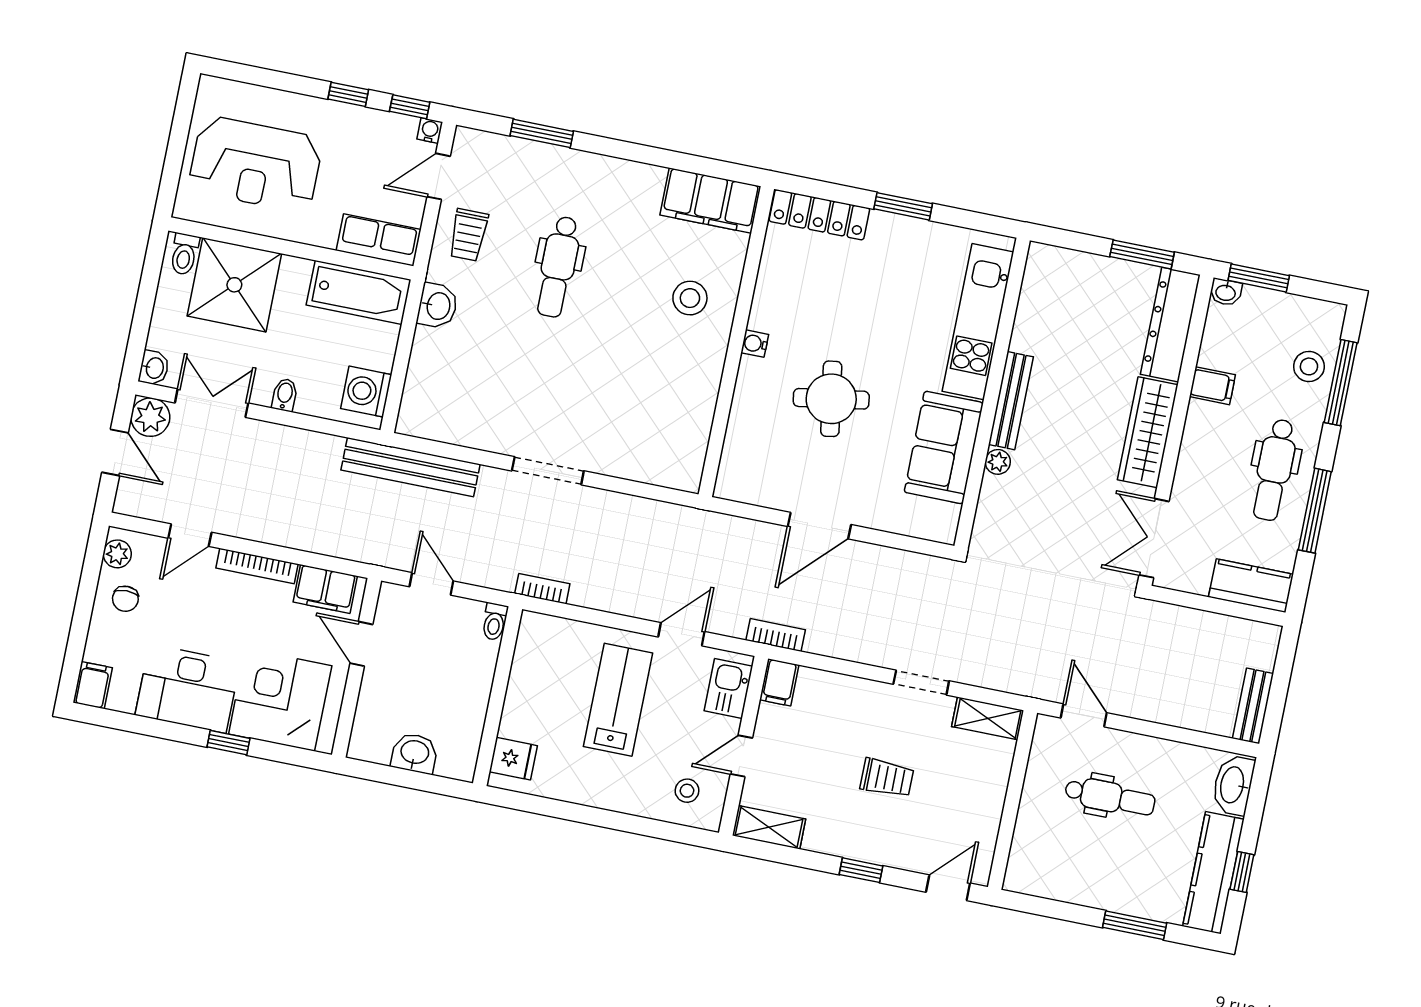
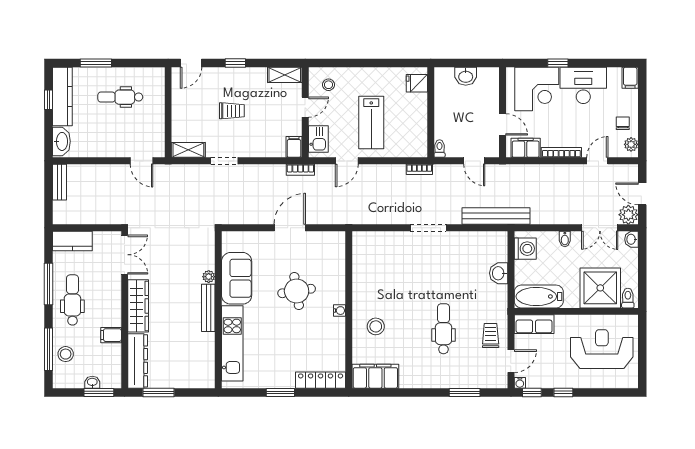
washbasin: (1226, 292) -> (92, 382), moved
washbasin: (438, 306) -> (499, 273), moved
trolley: (887, 778) -> (232, 111), turned 180
dental chair: (1110, 797) -> (120, 97), moved

